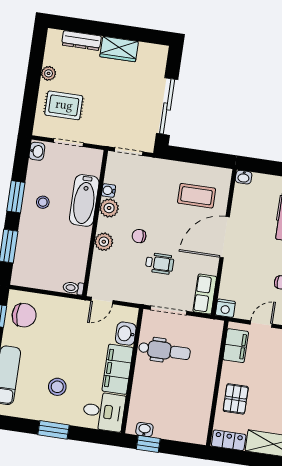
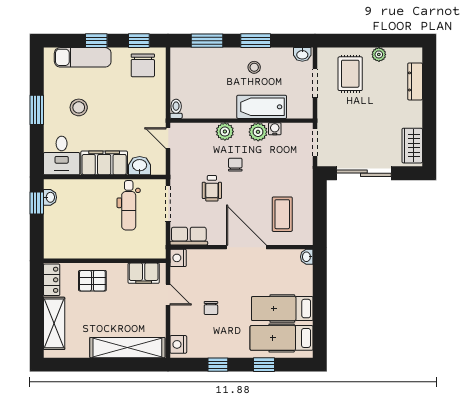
wardrobe: (119, 49) -> (412, 146), moved

